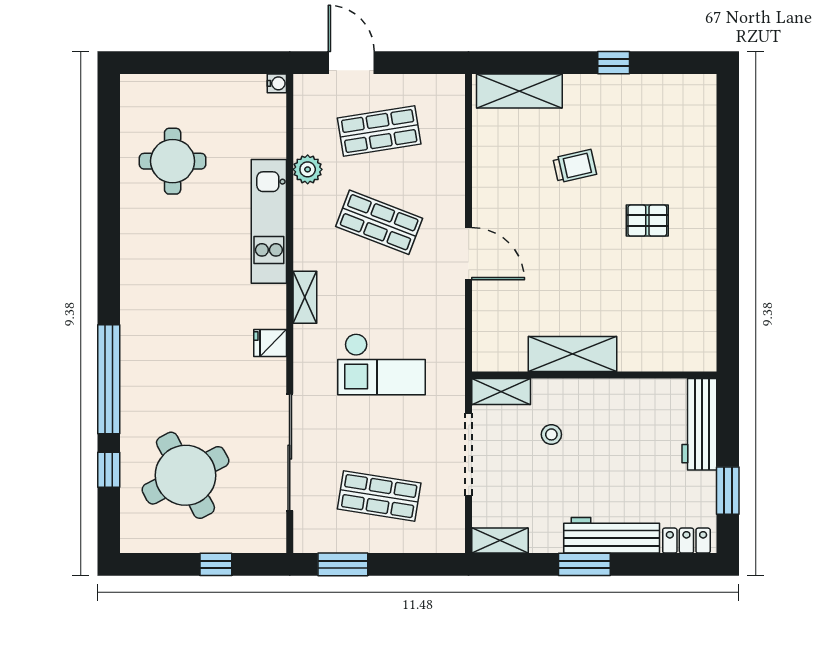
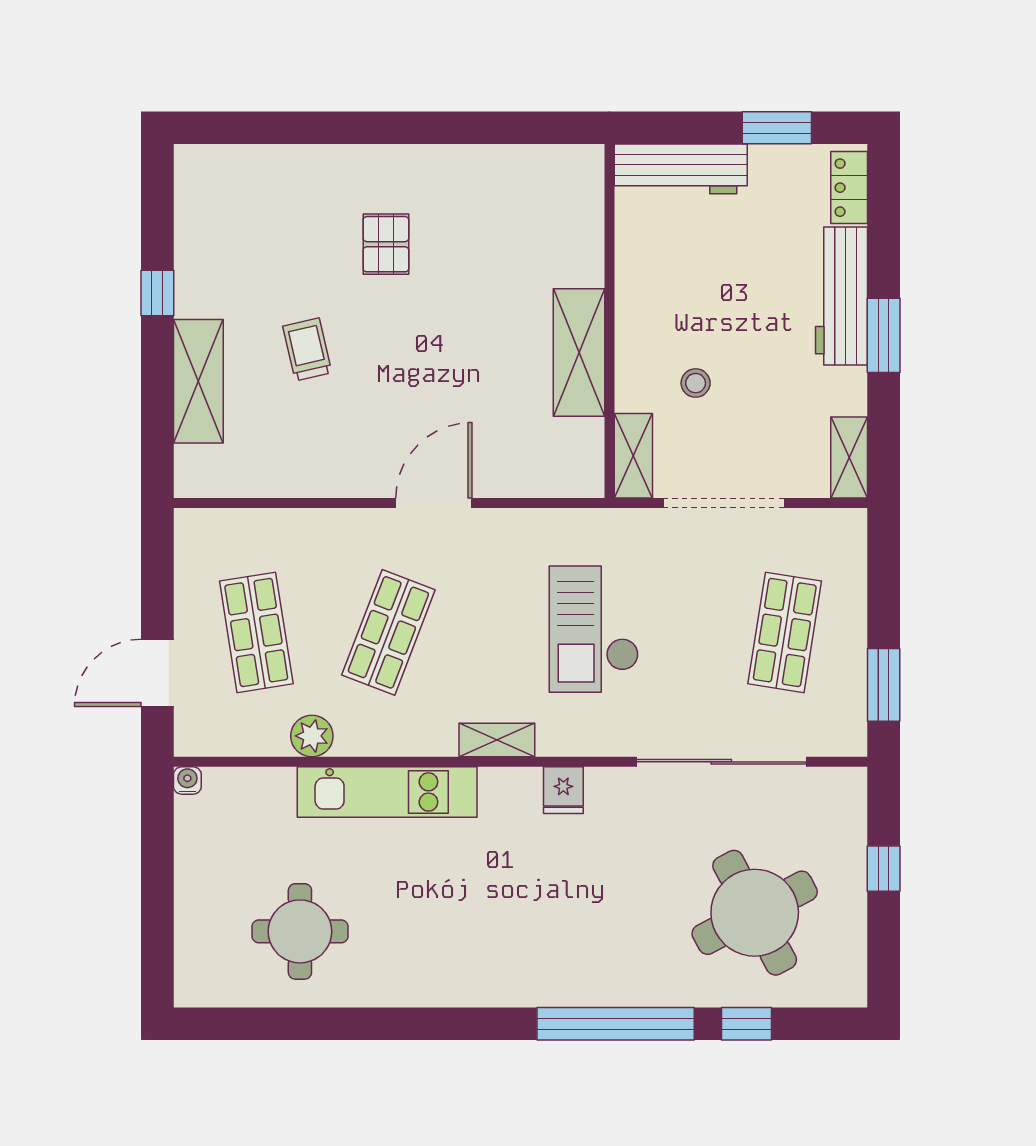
shelving: (519, 91) -> (198, 381), moved
checkout: (381, 364) -> (594, 629), turned 180

